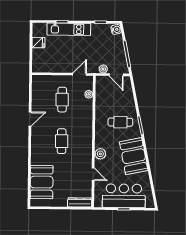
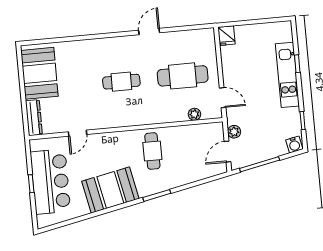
fridge: (38, 43) -> (227, 36), moved
cafe table: (62, 100) -> (183, 76), width x1.37, depth x1.35
door: (30, 119) -> (149, 32), swing flipped
cafe table: (120, 122) -> (152, 151), moved
plant: (100, 154) -> (109, 141), removed
booth: (42, 182) -> (39, 73), moved, turned 90

